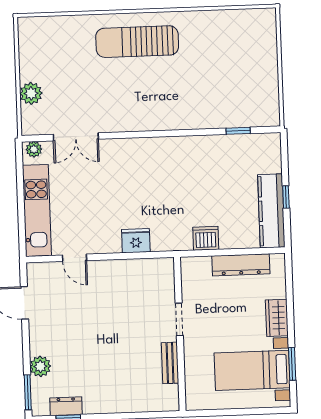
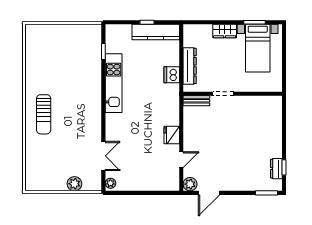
sun lounger: (137, 42) -> (44, 114), width x0.73, depth x0.75
kitchen unit: (37, 210) -> (114, 83), moved, turned 90
fridge: (136, 241) -> (172, 135), moved
dresser: (241, 265) -> (190, 66), moved
bench: (170, 363) -> (196, 101), moved
plant: (40, 366) -> (190, 184), moved

